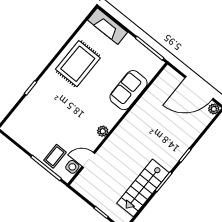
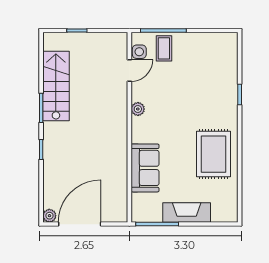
fireplace: (107, 26) -> (187, 213), moved

